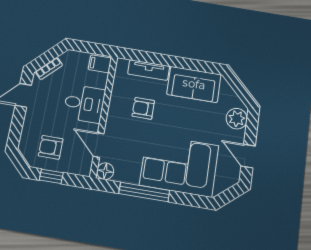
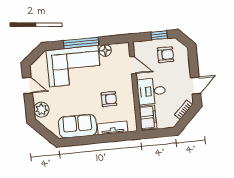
filing cabinet: (100, 64) -> (148, 117), width x2.00
floor lamp: (105, 171) -> (105, 50), moved
window: (144, 192) -> (81, 43), moved

